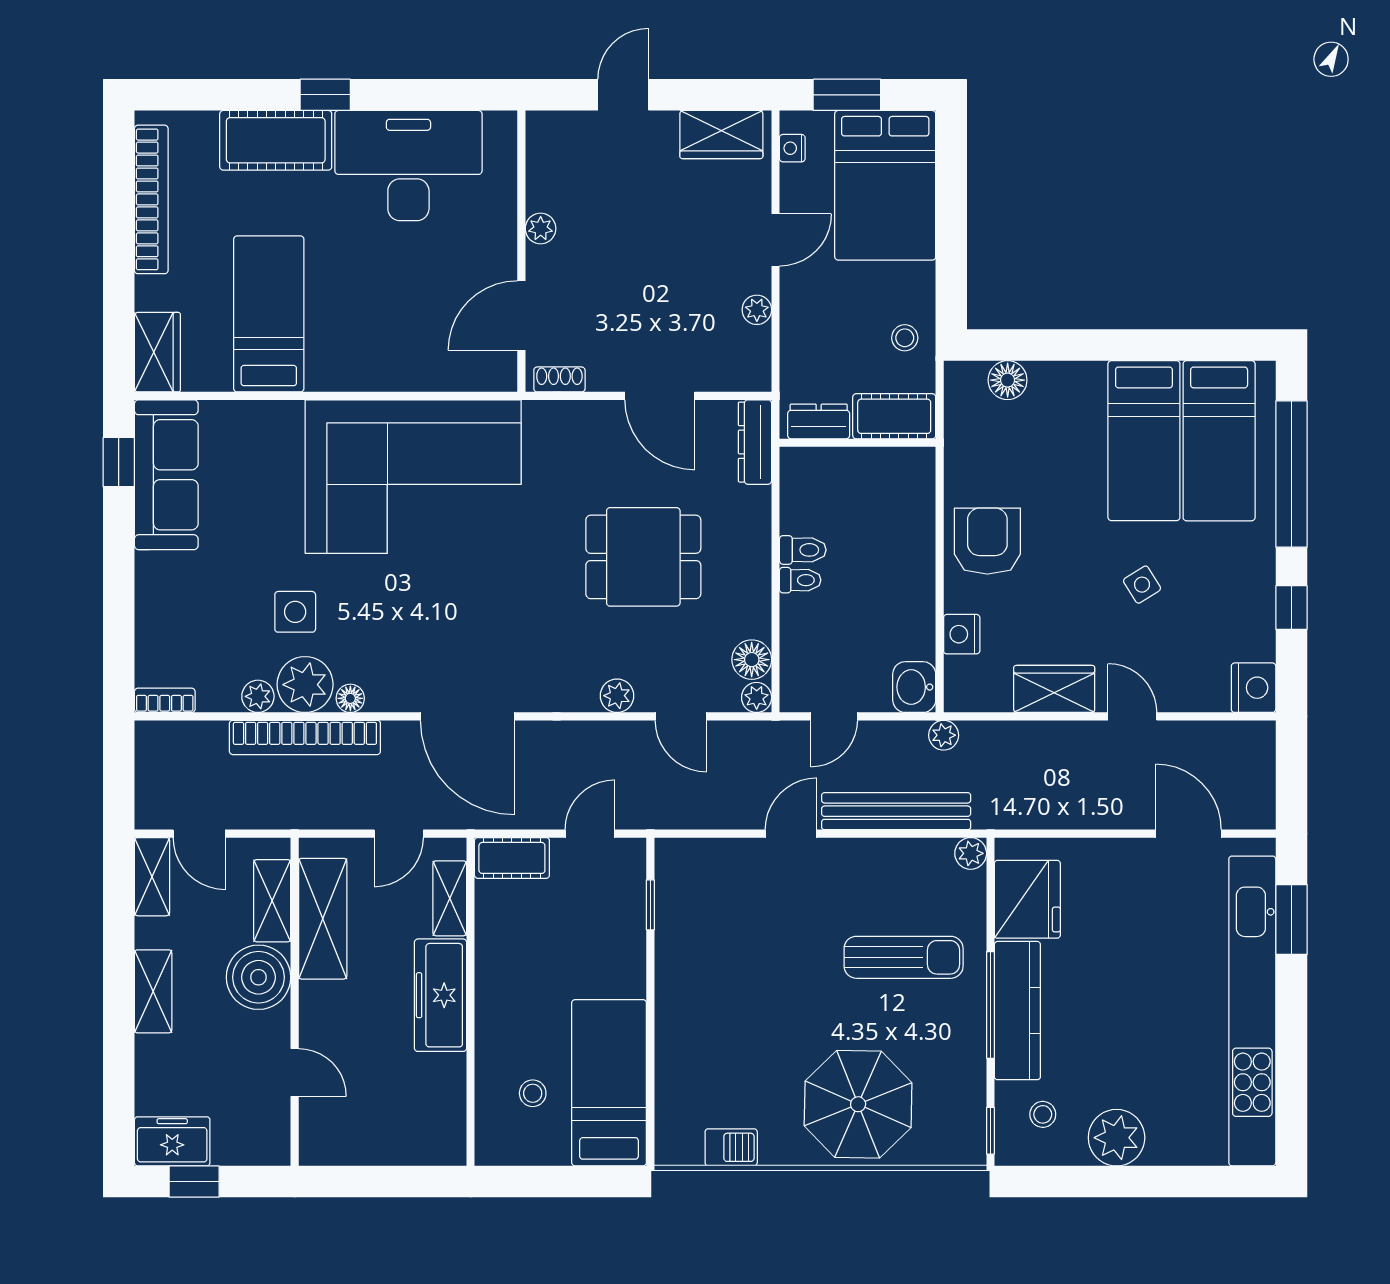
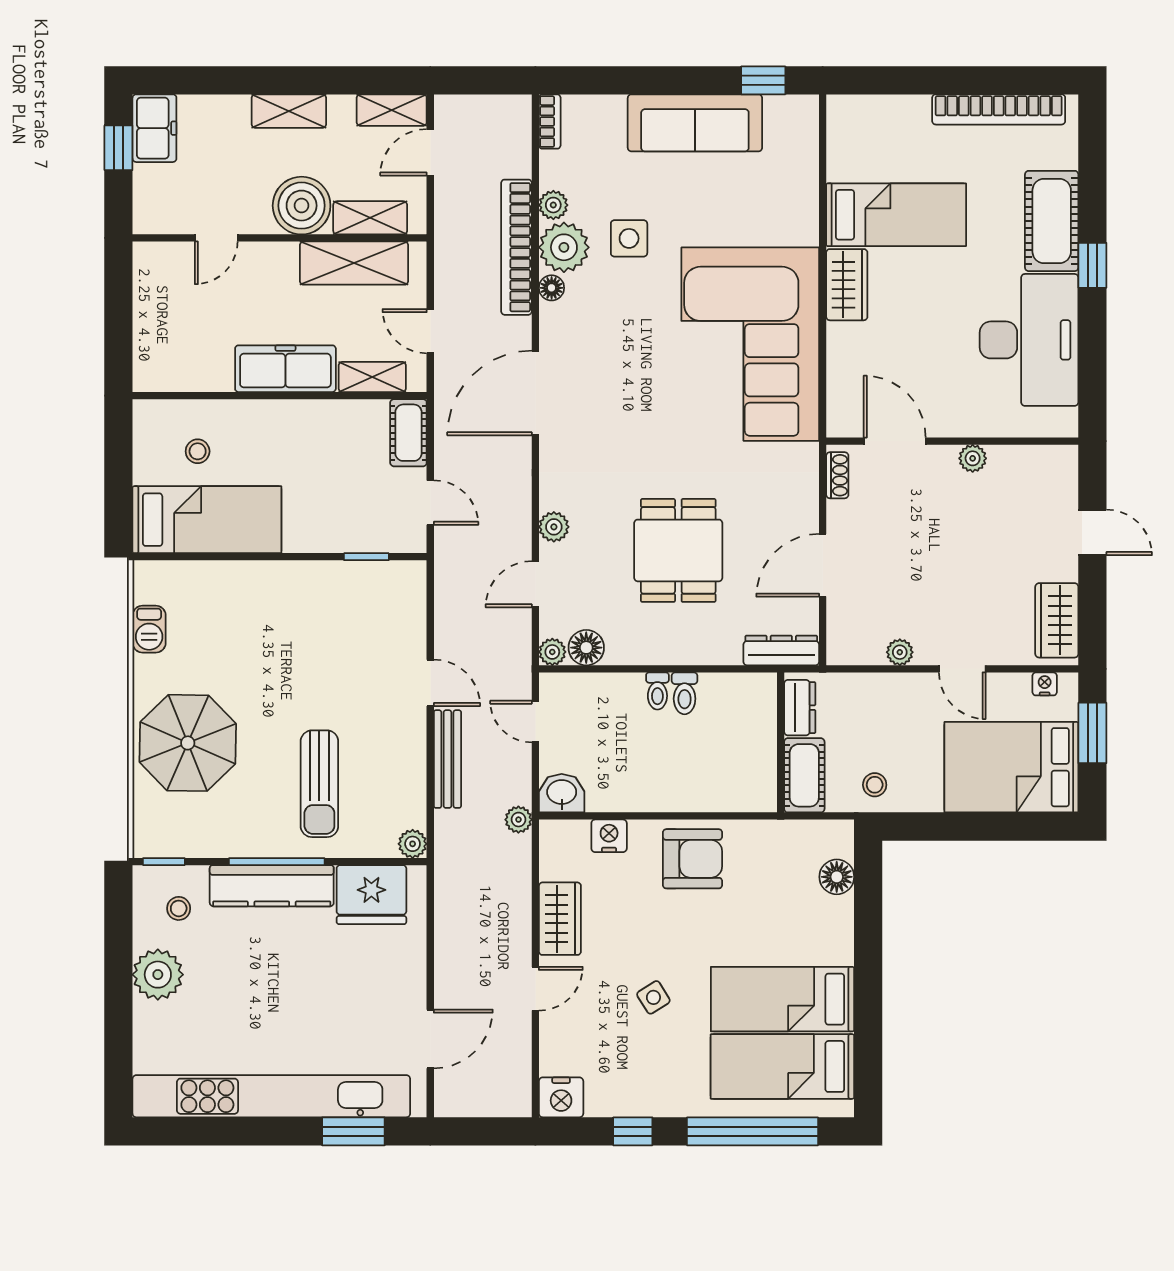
wardrobe: (157, 352) -> (847, 285), moved, turned -90
sofa: (166, 475) -> (695, 123), moved
bench: (896, 811) -> (447, 759), width x0.73, depth x0.82

